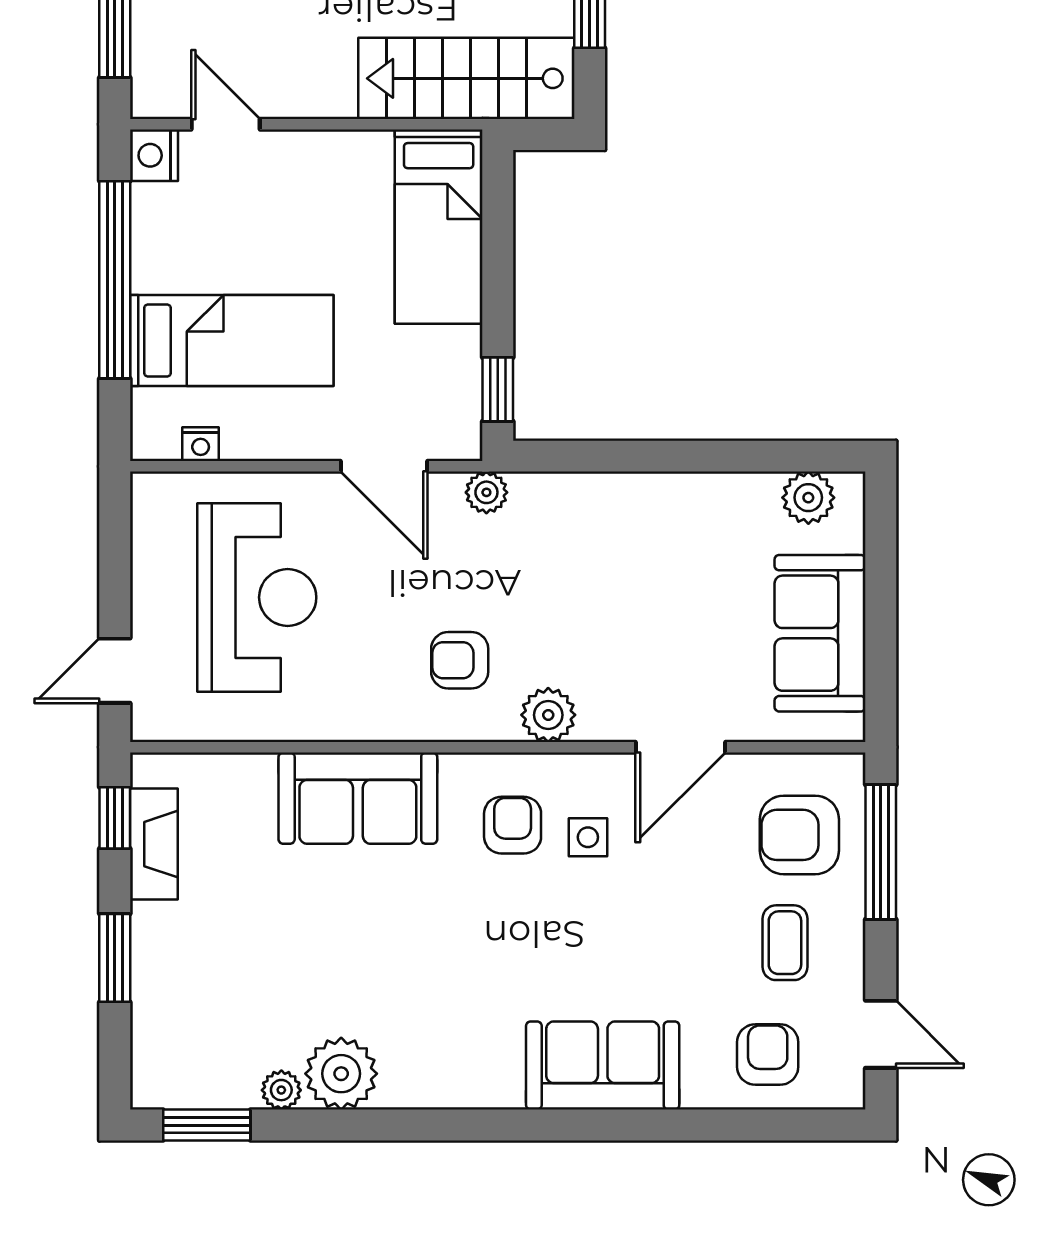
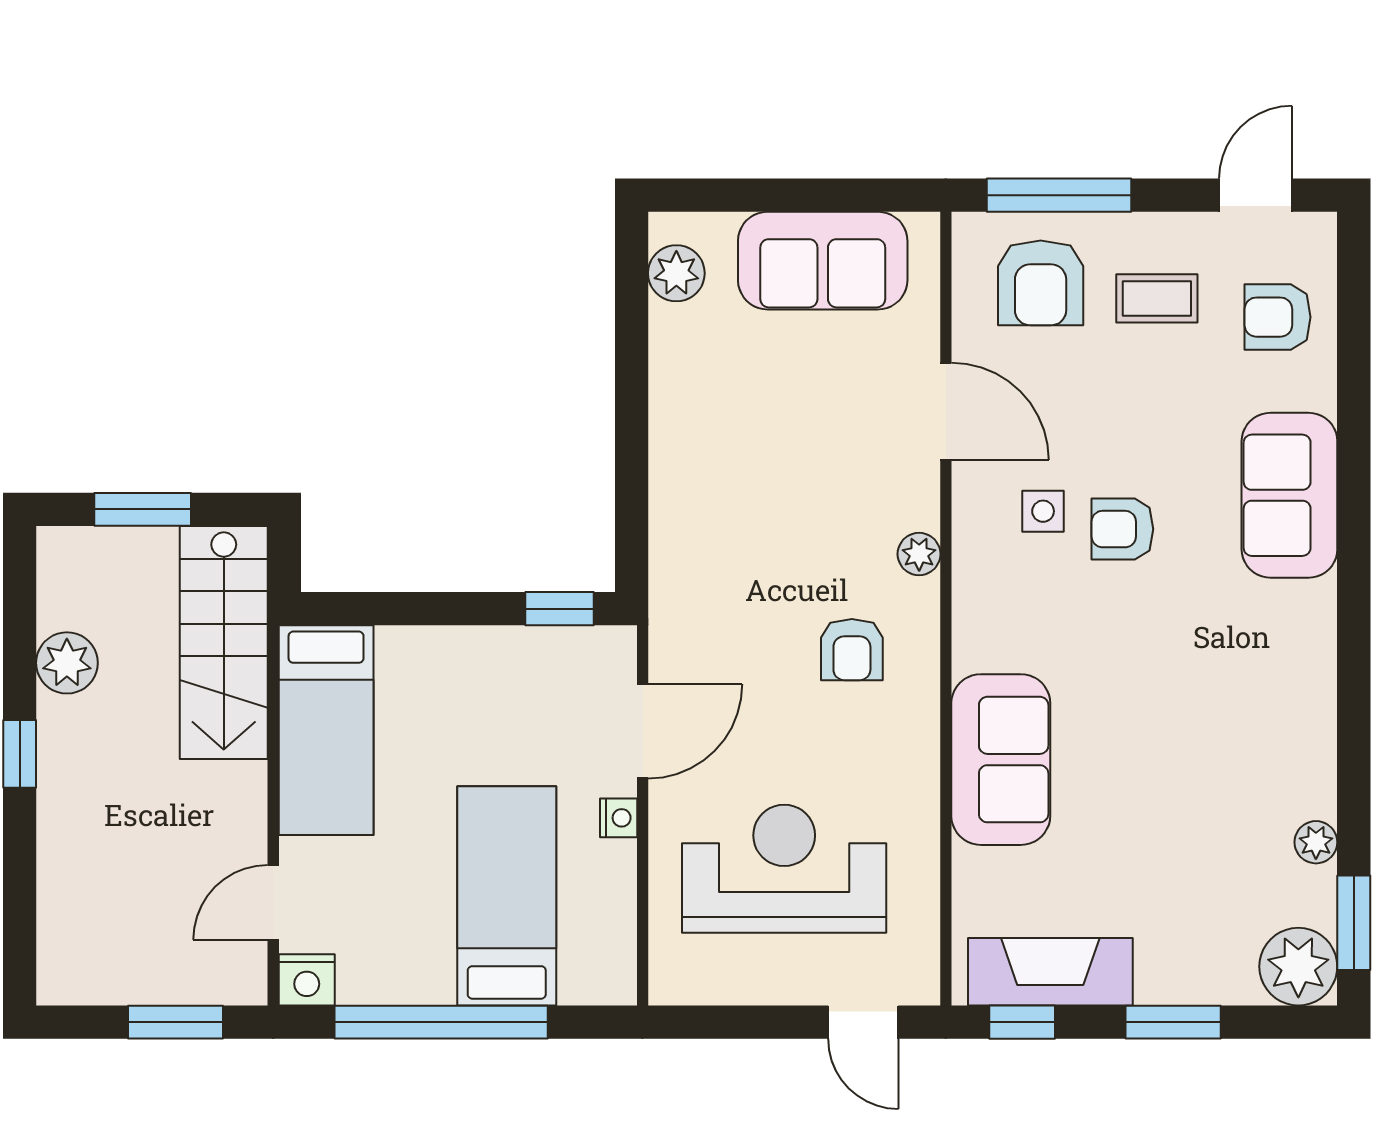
bed: (439, 227) -> (326, 730), moved, turned 90
nightstand: (201, 444) -> (619, 818), moved
plant: (486, 492) -> (671, 621), removed
plant: (548, 715) -> (919, 554), width x0.73, depth x0.73
armchair: (513, 825) -> (1122, 529), moved
fireplace: (154, 844) -> (1050, 972), width x1.37, depth x1.32
plant: (341, 1074) -> (1298, 967), moved

